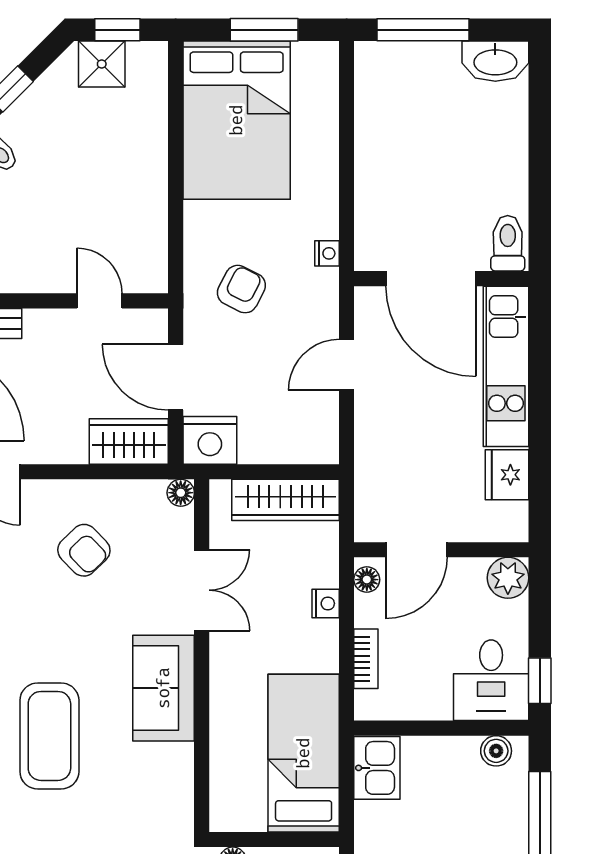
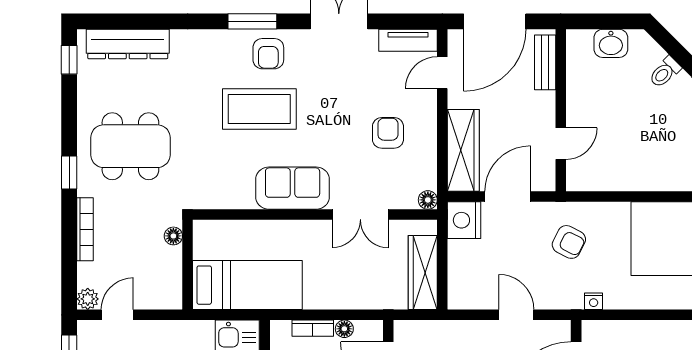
wardrobe: (129, 441) -> (463, 150), width x1.50
armchair: (84, 550) -> (388, 133), turned 134
floor lamp: (367, 580) -> (344, 329), moved
nightstand: (326, 603) -> (351, 300), removed

